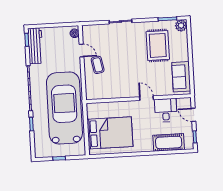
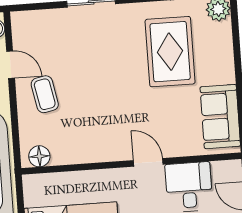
floor lamp: (95, 94) -> (39, 156), added

